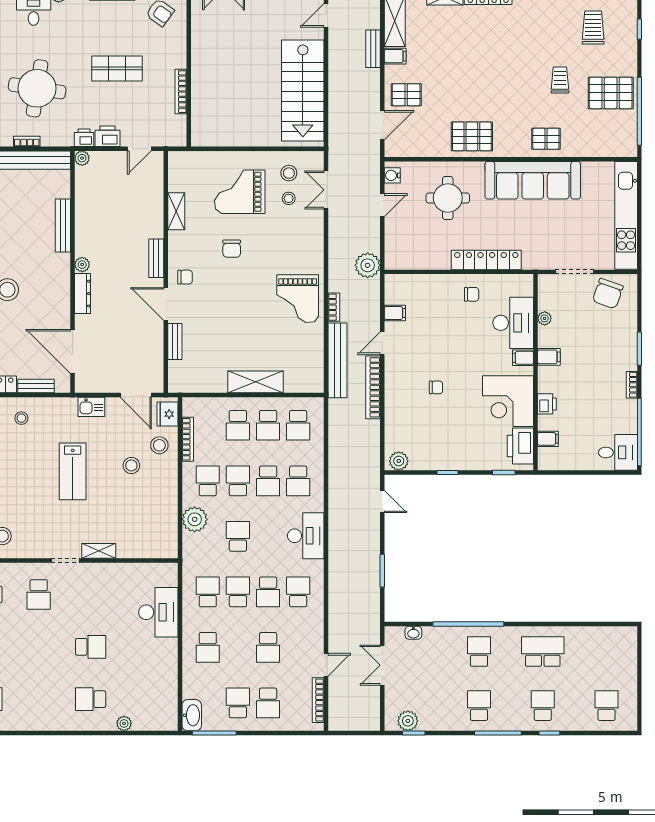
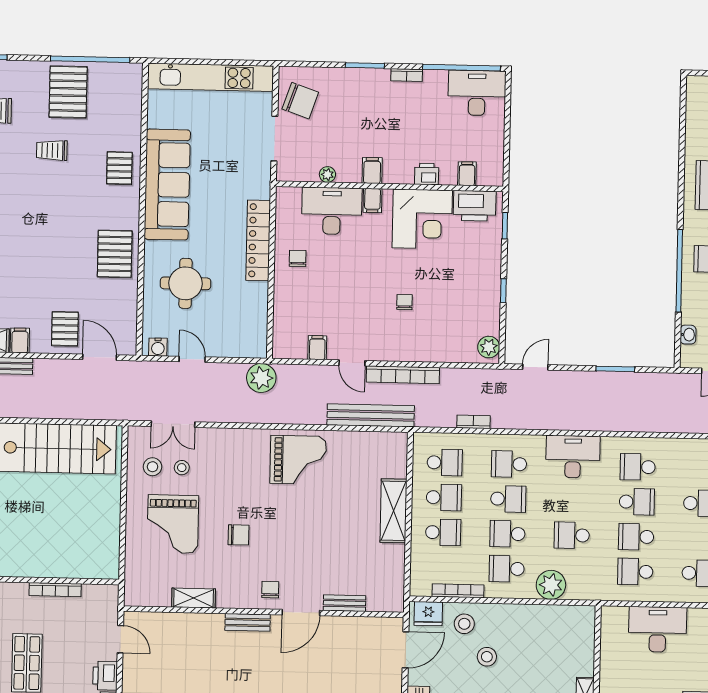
bookcase: (334, 307) -> (473, 422), moved
desk: (618, 452) -> (477, 93), width x1.37
school desk: (298, 481) -> (509, 464), turned 180

